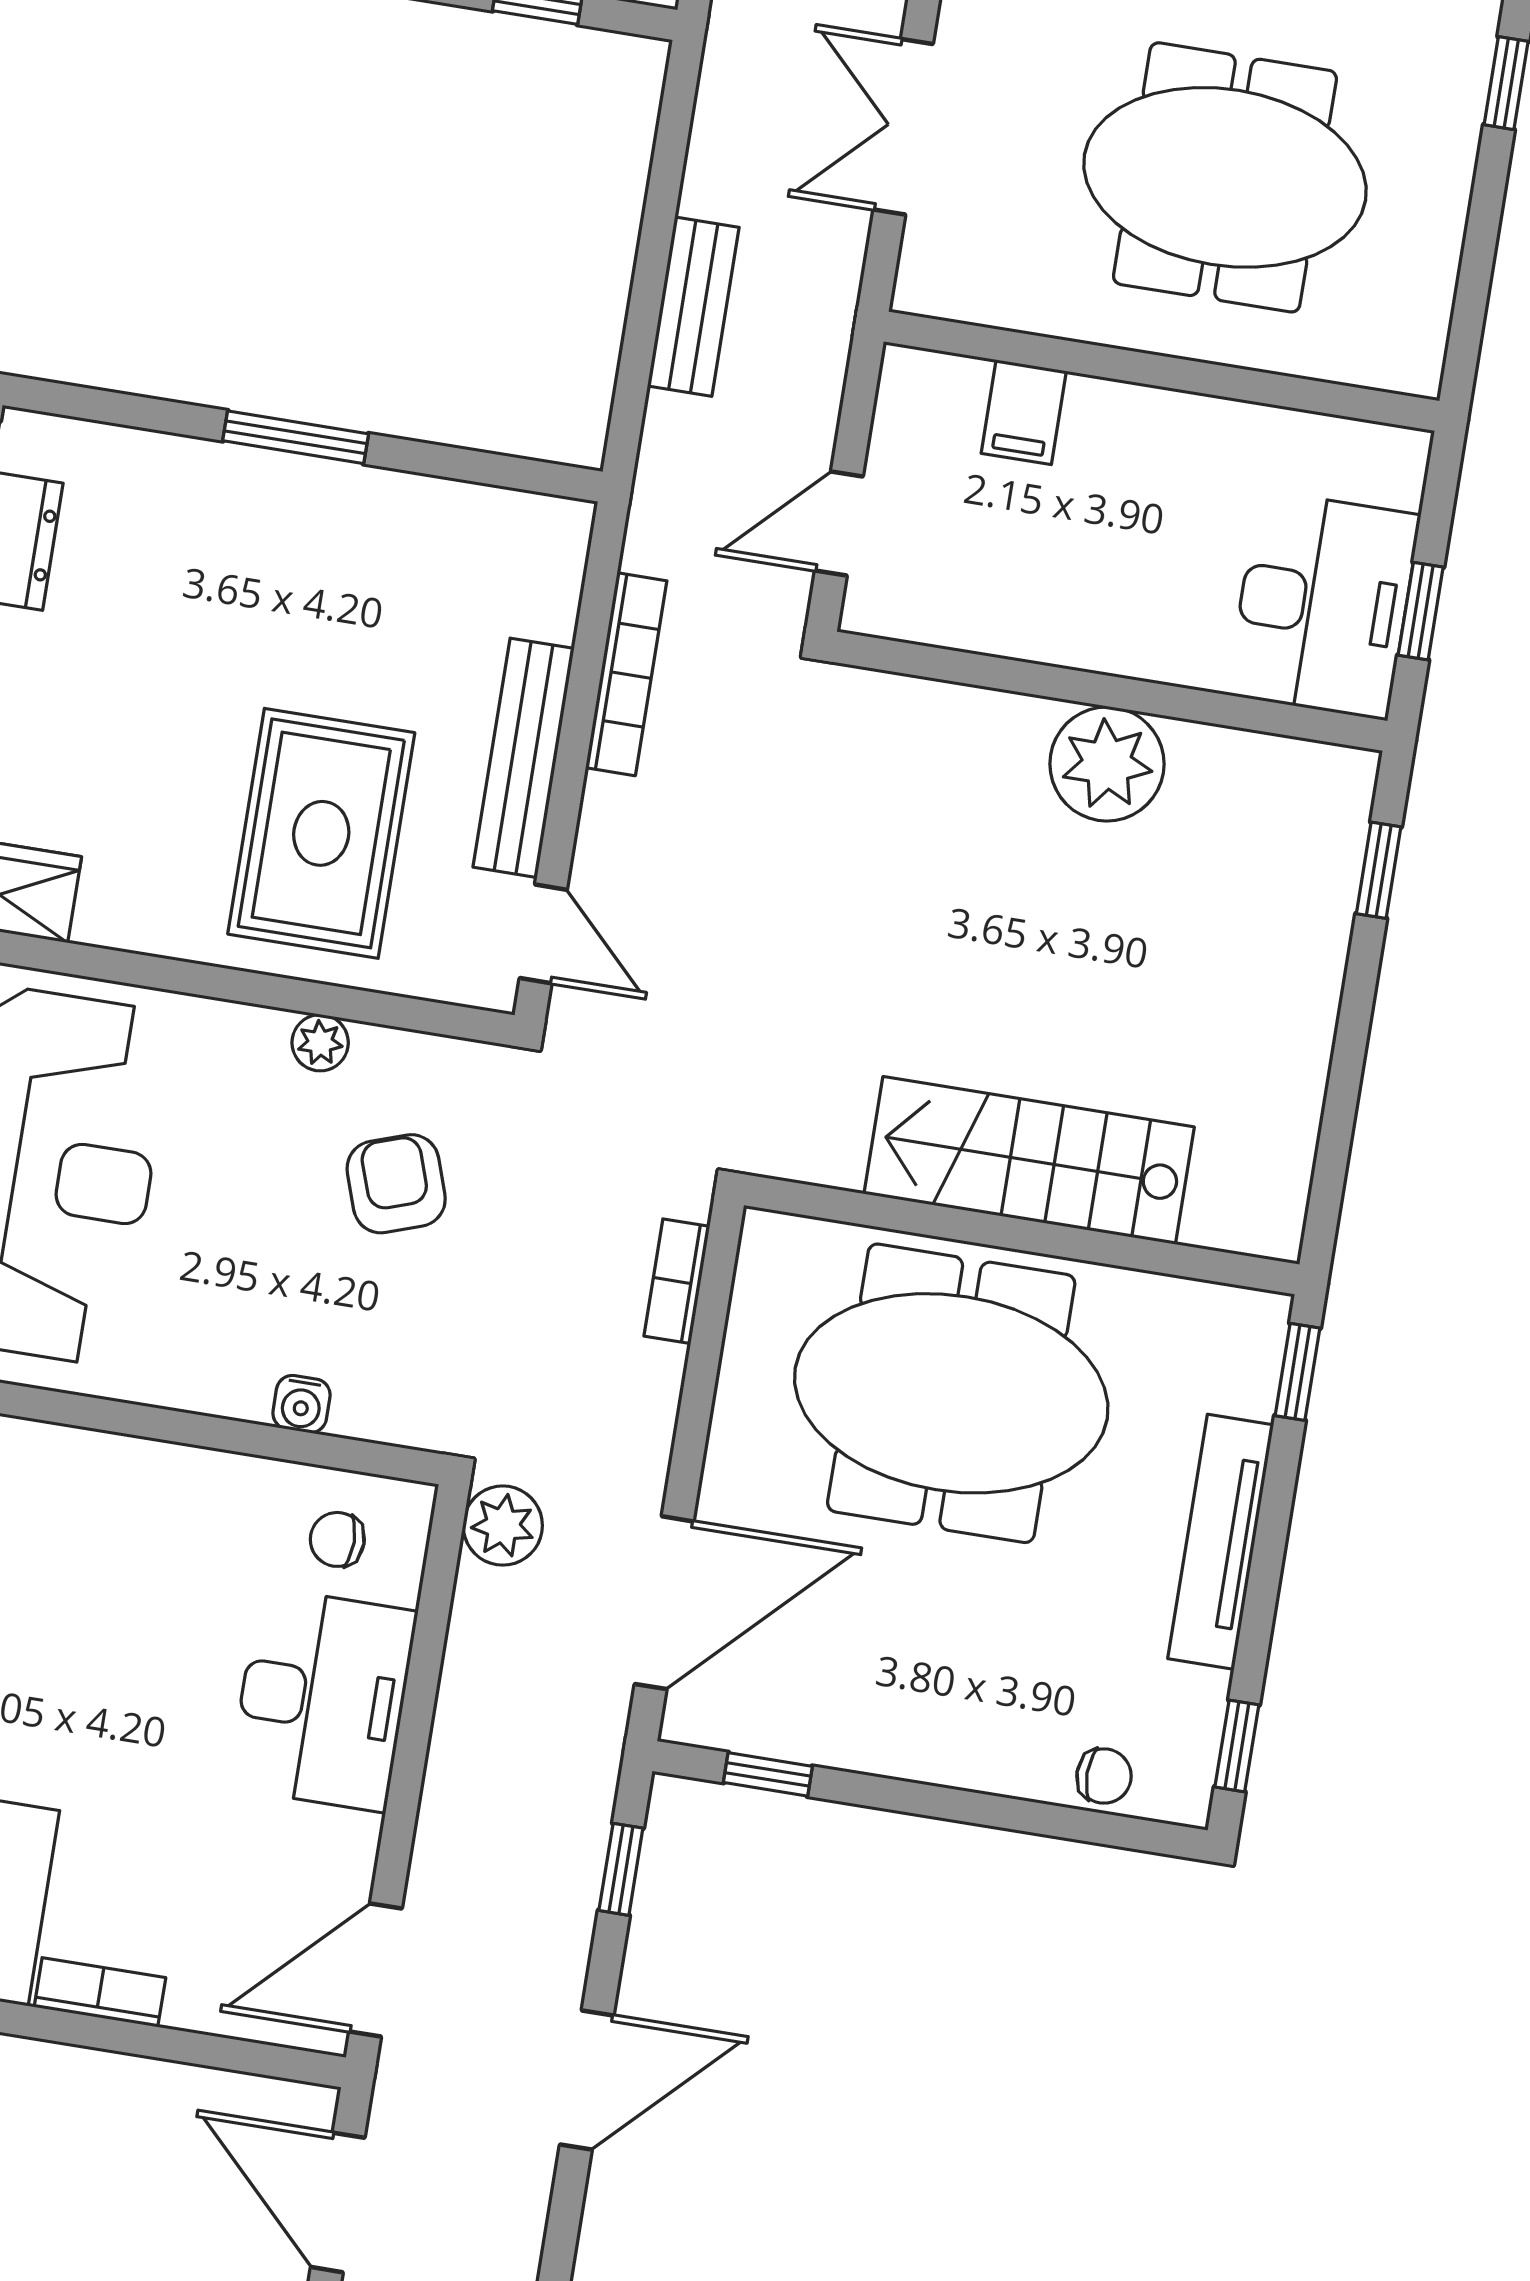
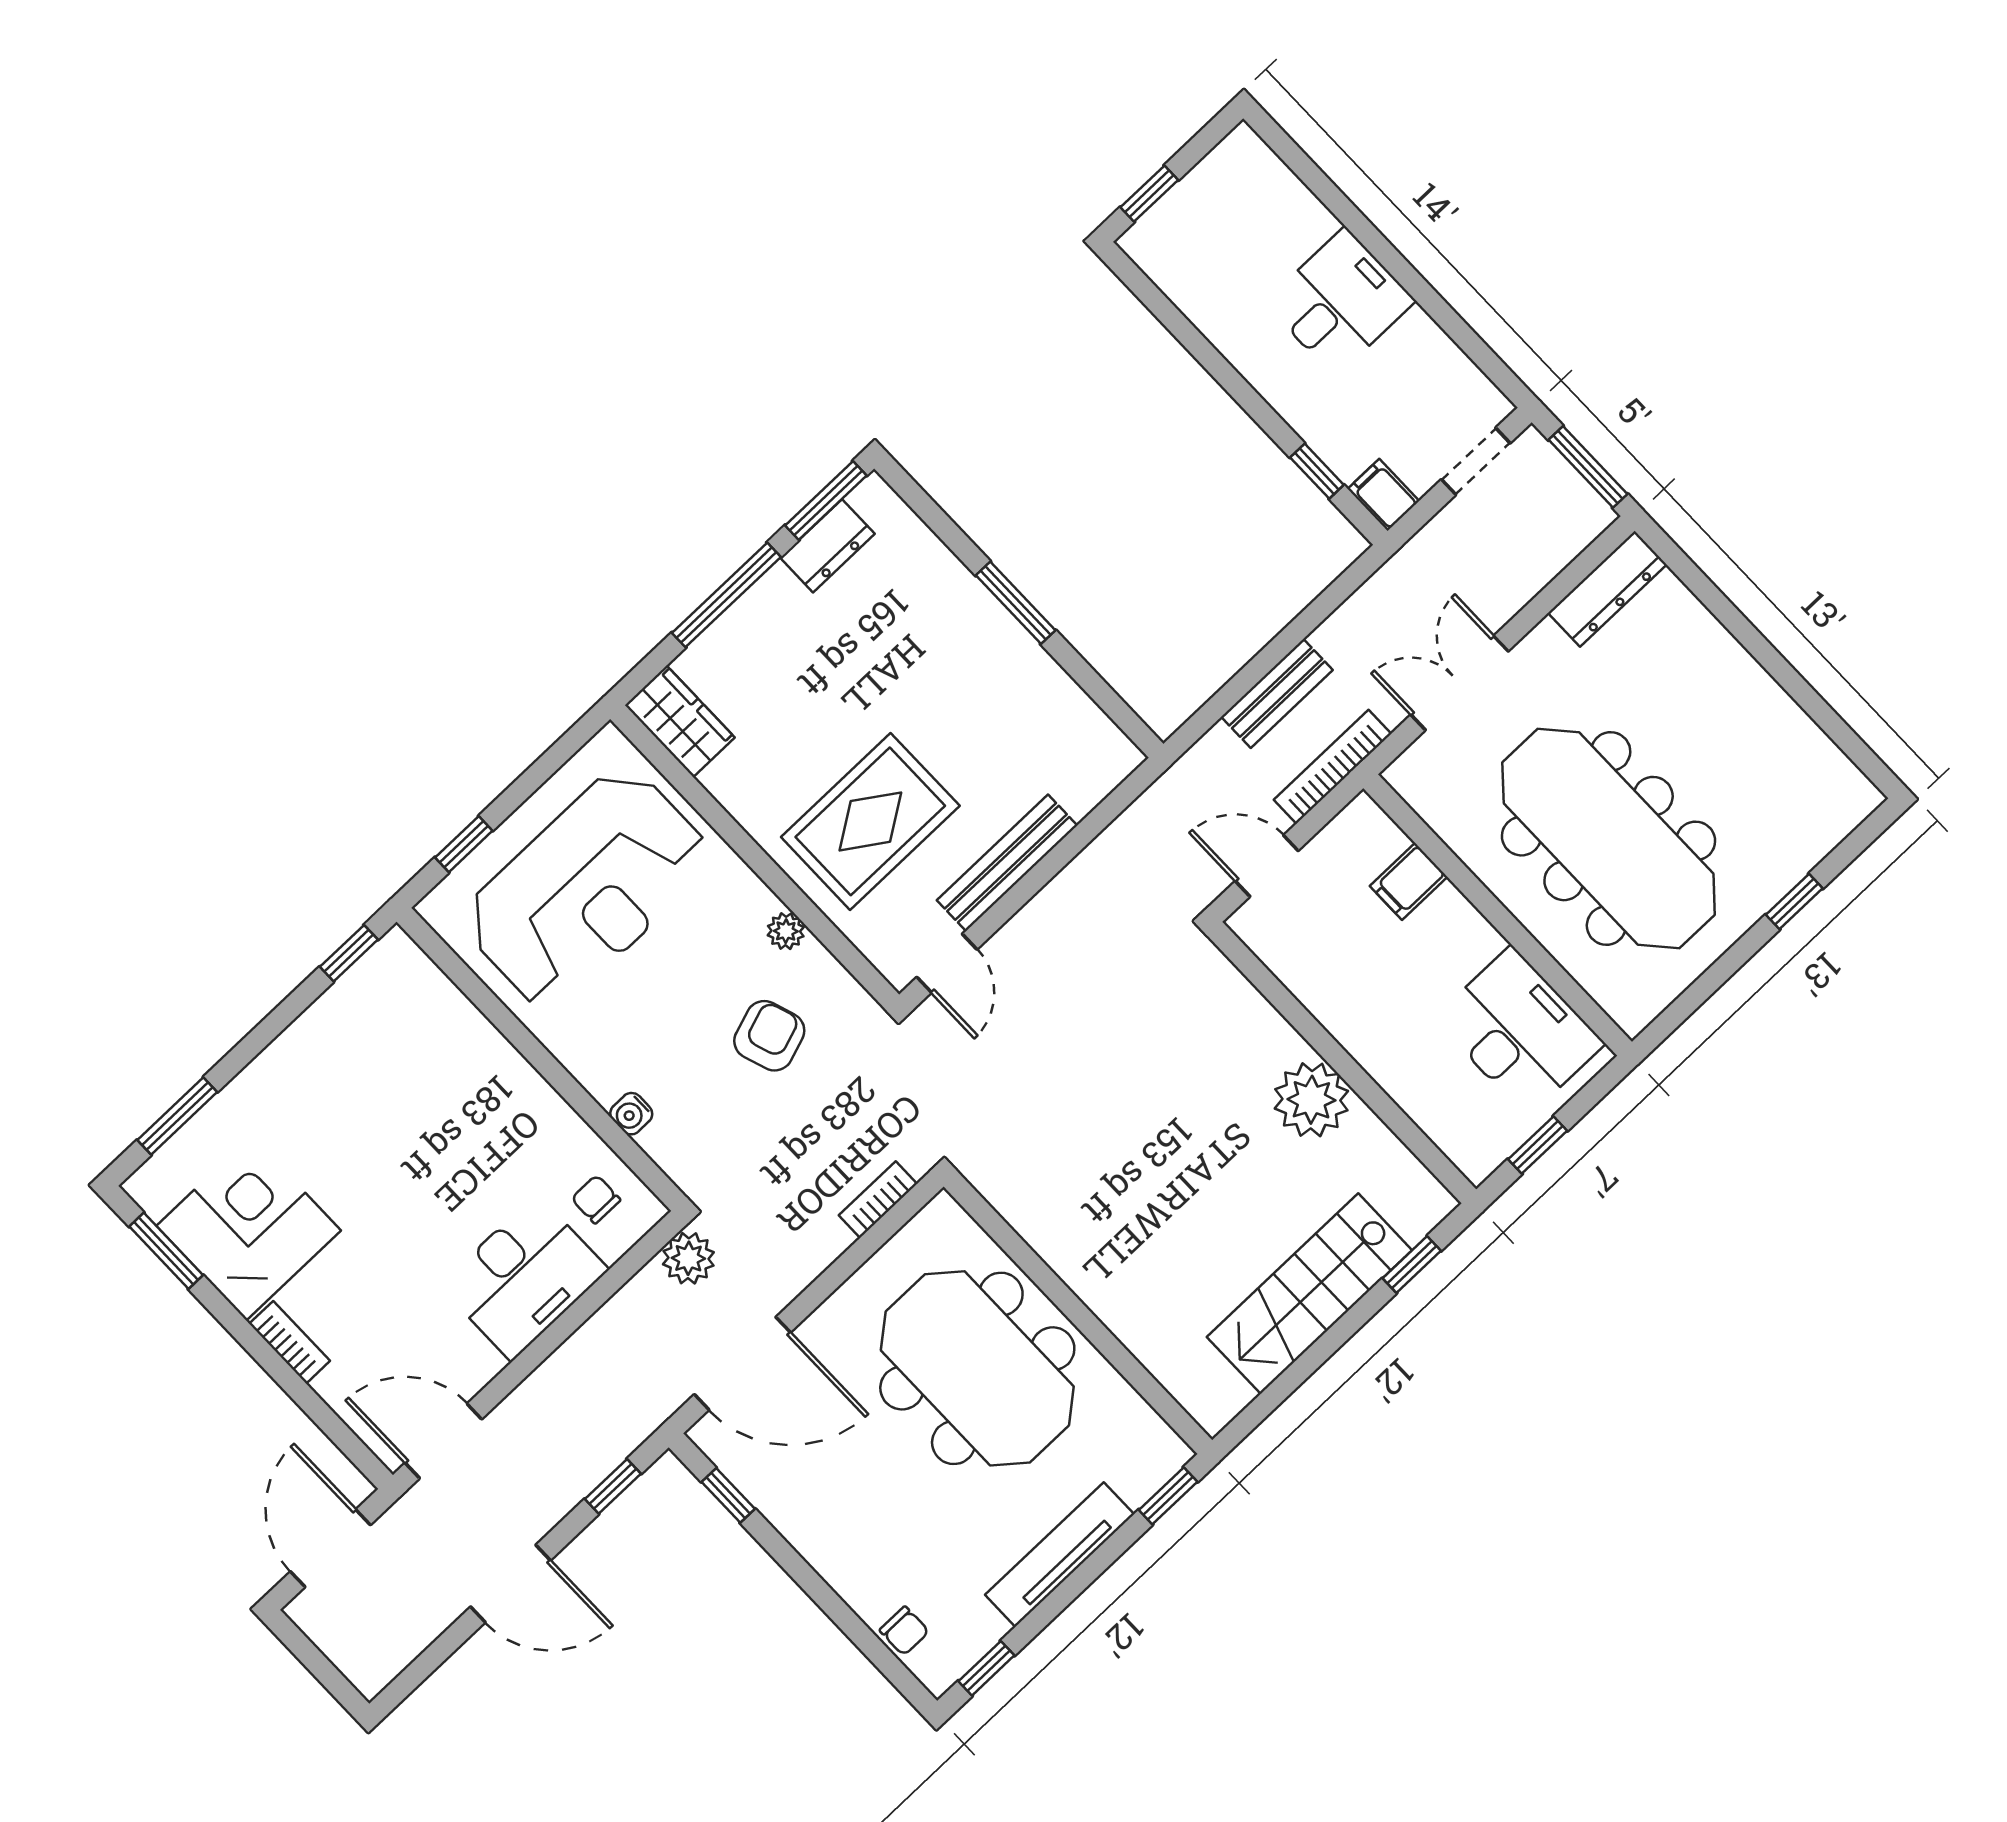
meeting table: (1225, 177) -> (1609, 839), width x1.36
desk: (1323, 605) -> (1519, 1031), moved, turned -90
bookcase: (626, 674) -> (1332, 767), moved, turned 180
stairs: (1029, 1160) -> (1309, 1294), moved, turned -90

